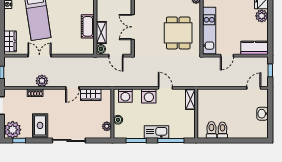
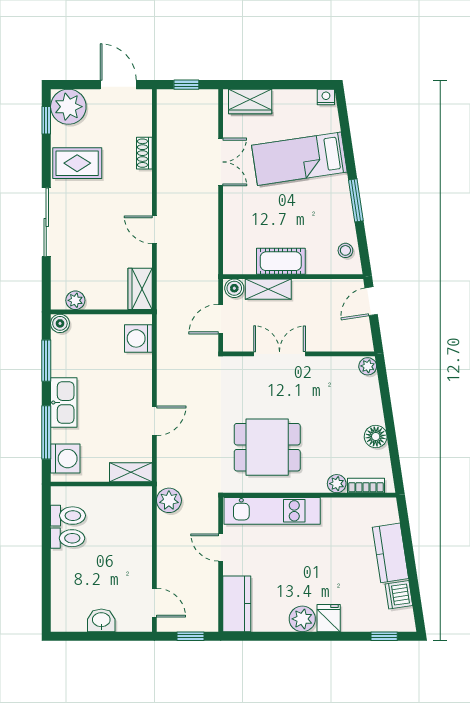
plant: (42, 81) -> (169, 500), moved
wardrobe: (91, 95) -> (140, 289), moved
washing machine: (149, 96) -> (65, 459), moved, turned 180
boiler: (118, 120) -> (60, 323), moved

